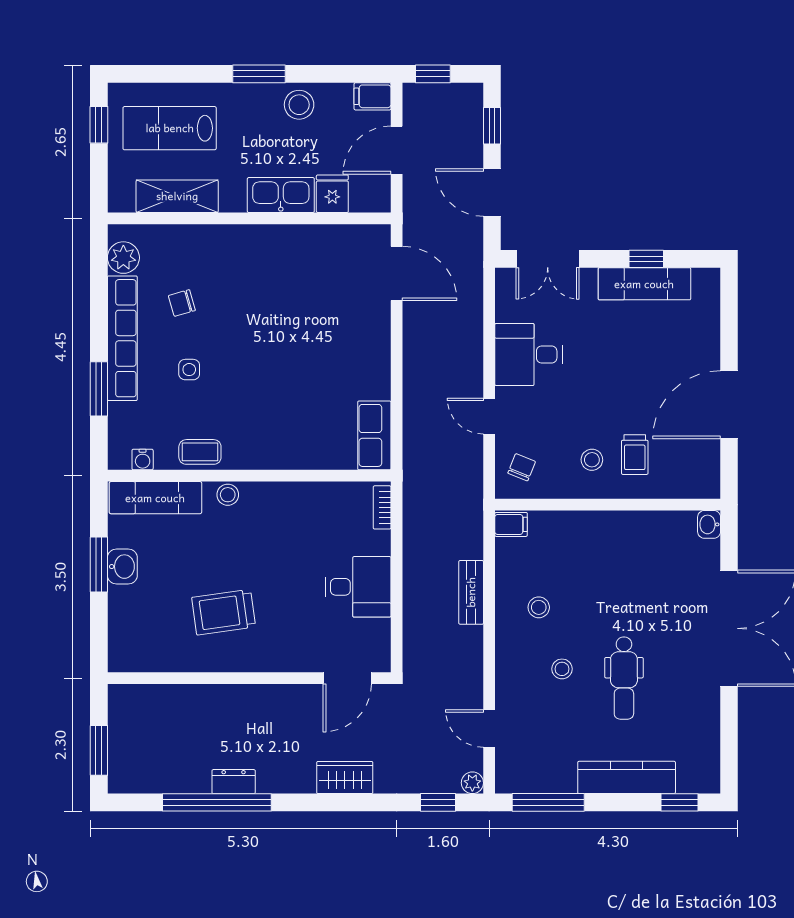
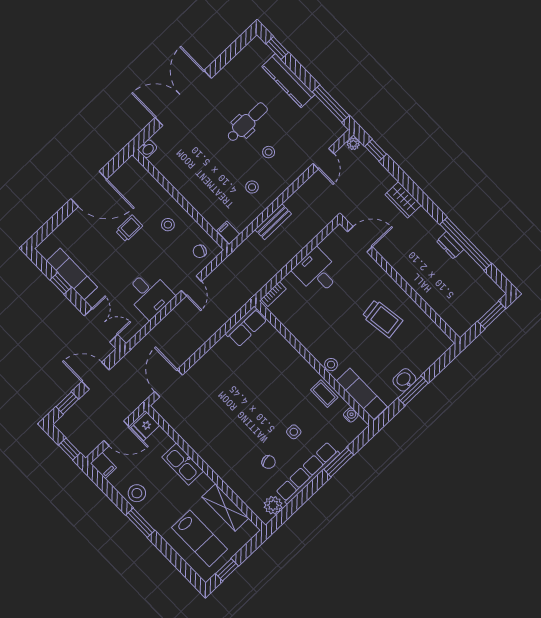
door: (492, 193) -> (95, 376), swing flipped
fridge: (332, 194) -> (145, 426), moved
trolley: (635, 455) -> (129, 228), moved

